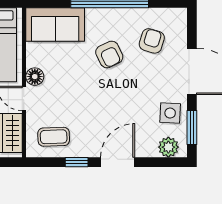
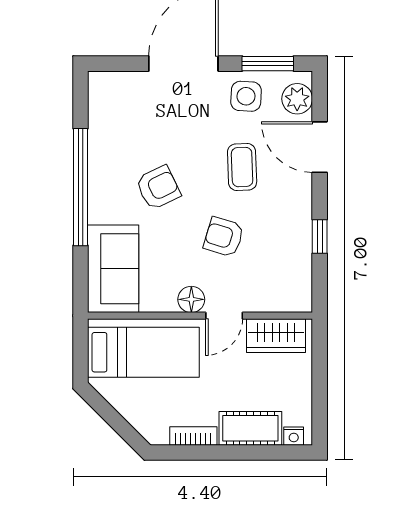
armchair: (152, 41) -> (224, 237), moved
coffee table: (54, 137) -> (242, 167), moved
door: (118, 162) -> (320, 147), moved

